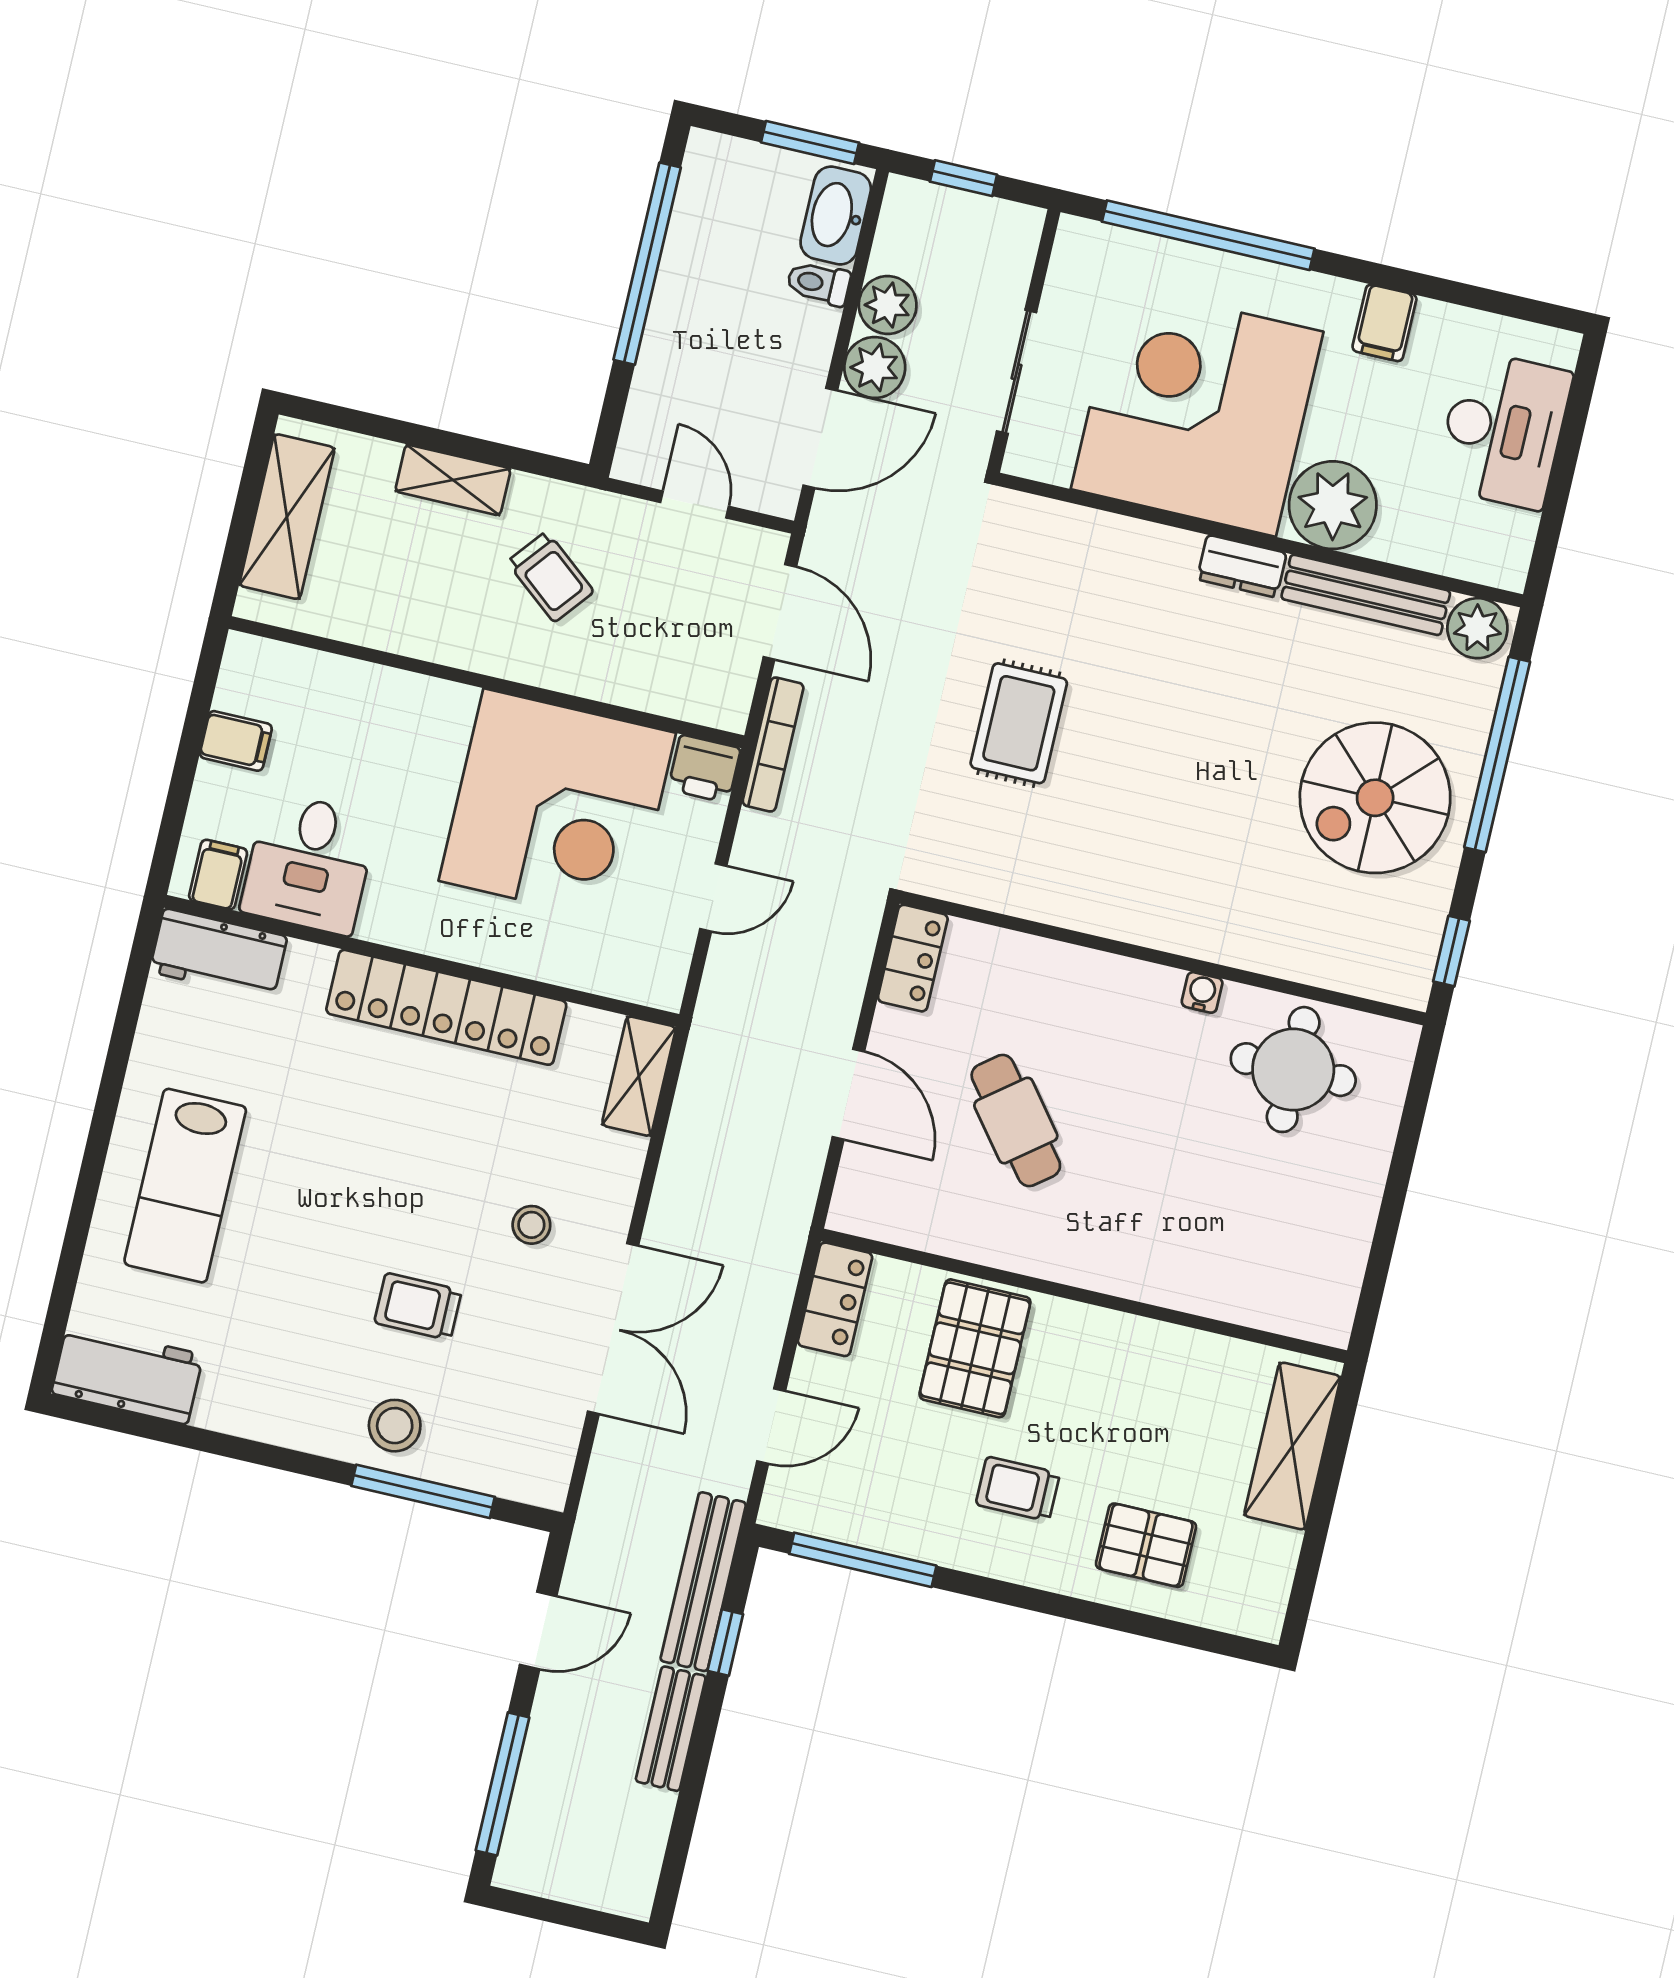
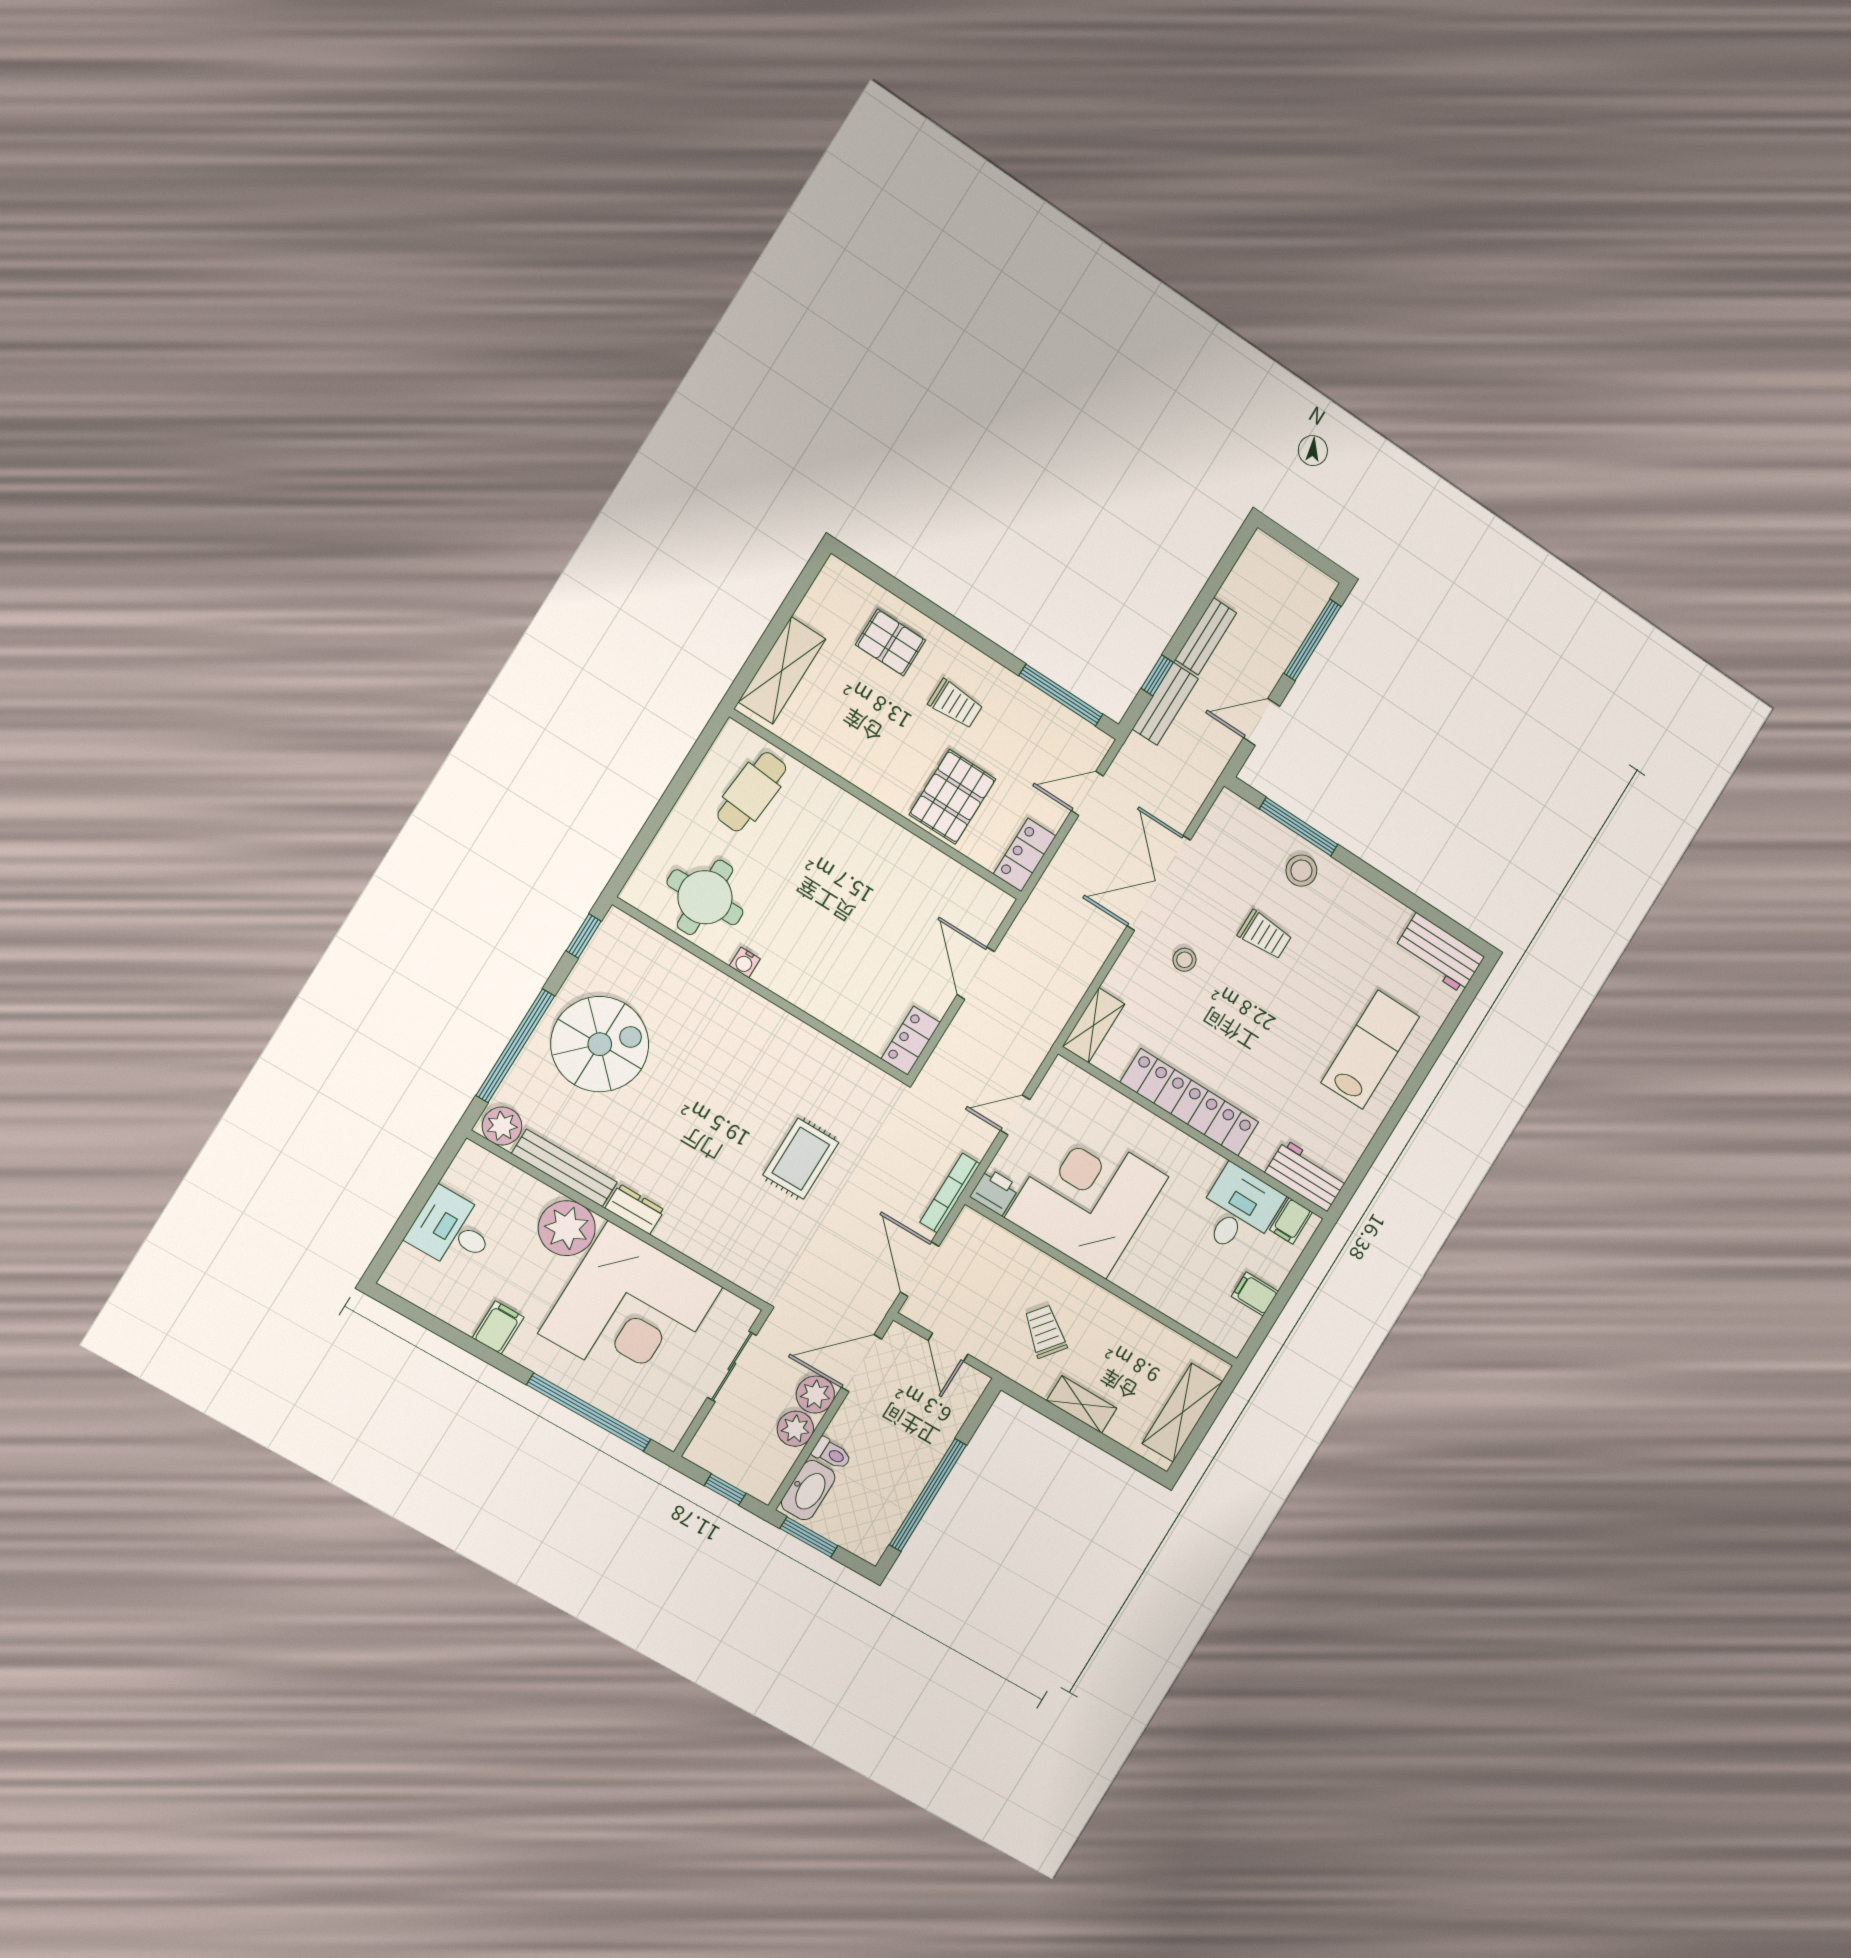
desk: (1503, 430) -> (452, 1230), width x0.73
cafe table: (1016, 1121) -> (752, 792), moved, turned 43
bench: (703, 1582) -> (1165, 704), width x0.73

